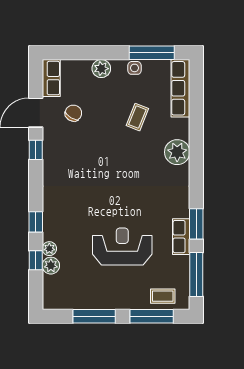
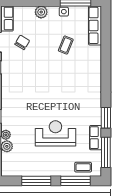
plant: (177, 152) -> (93, 69), removed
row of seats: (181, 237) -> (96, 138), moved

